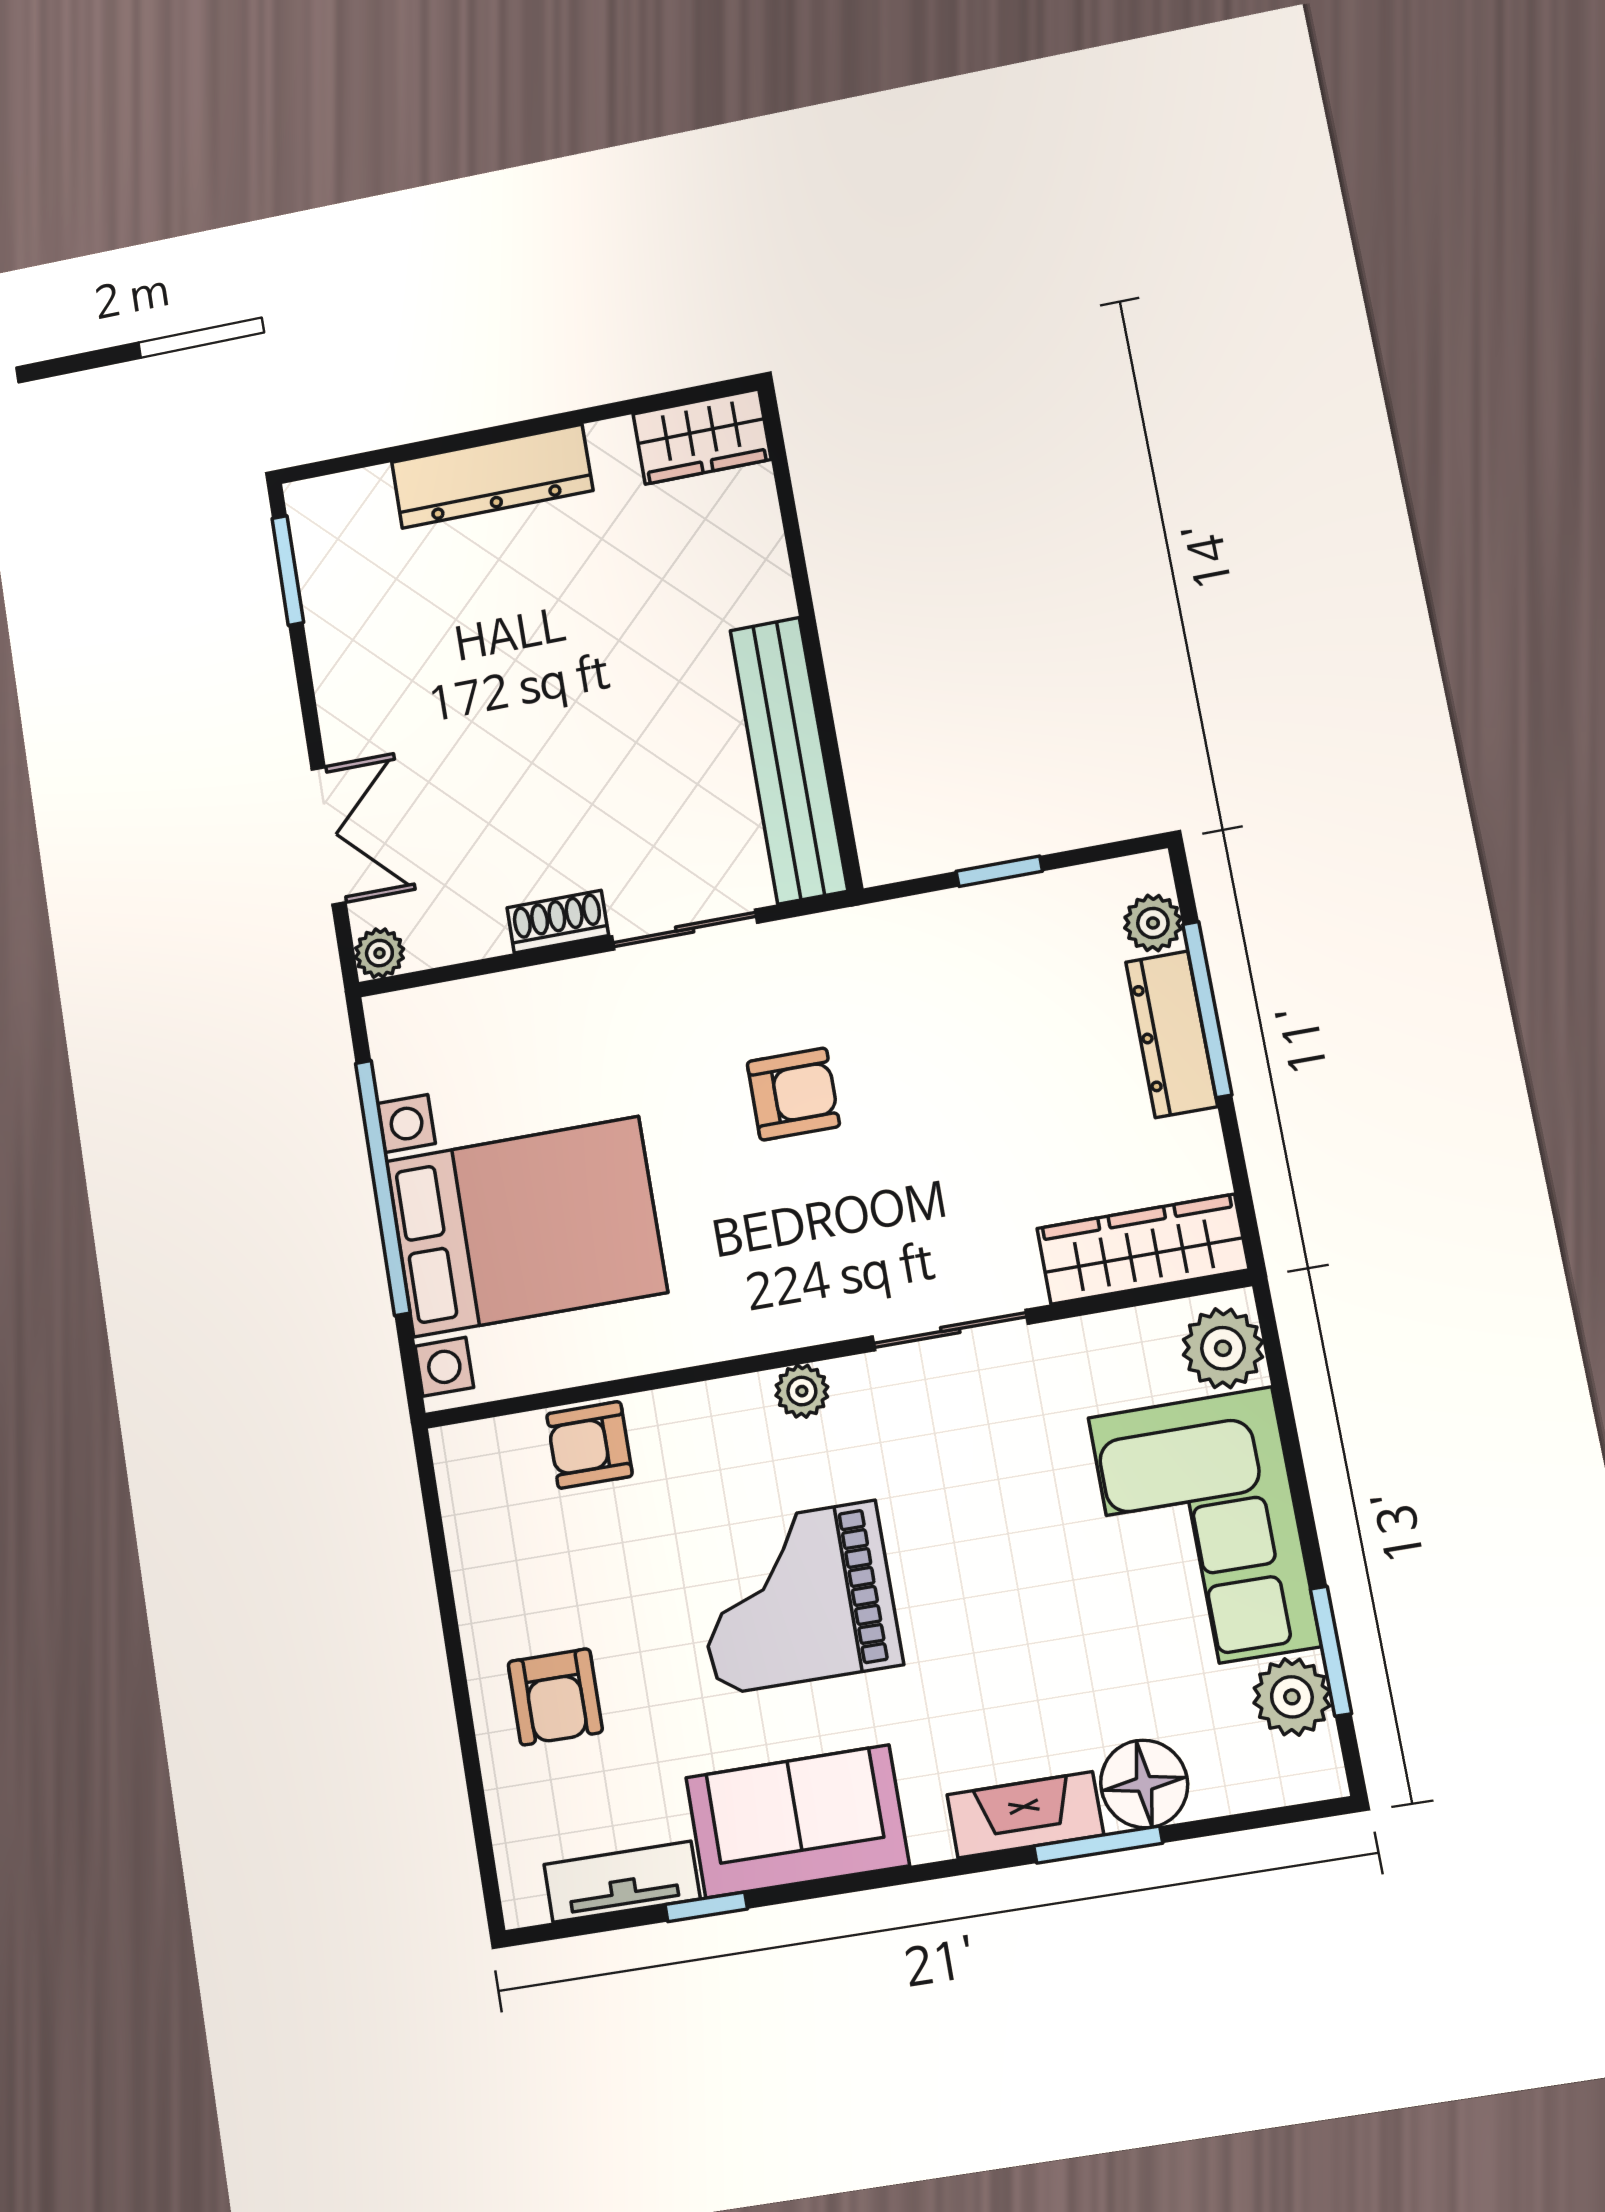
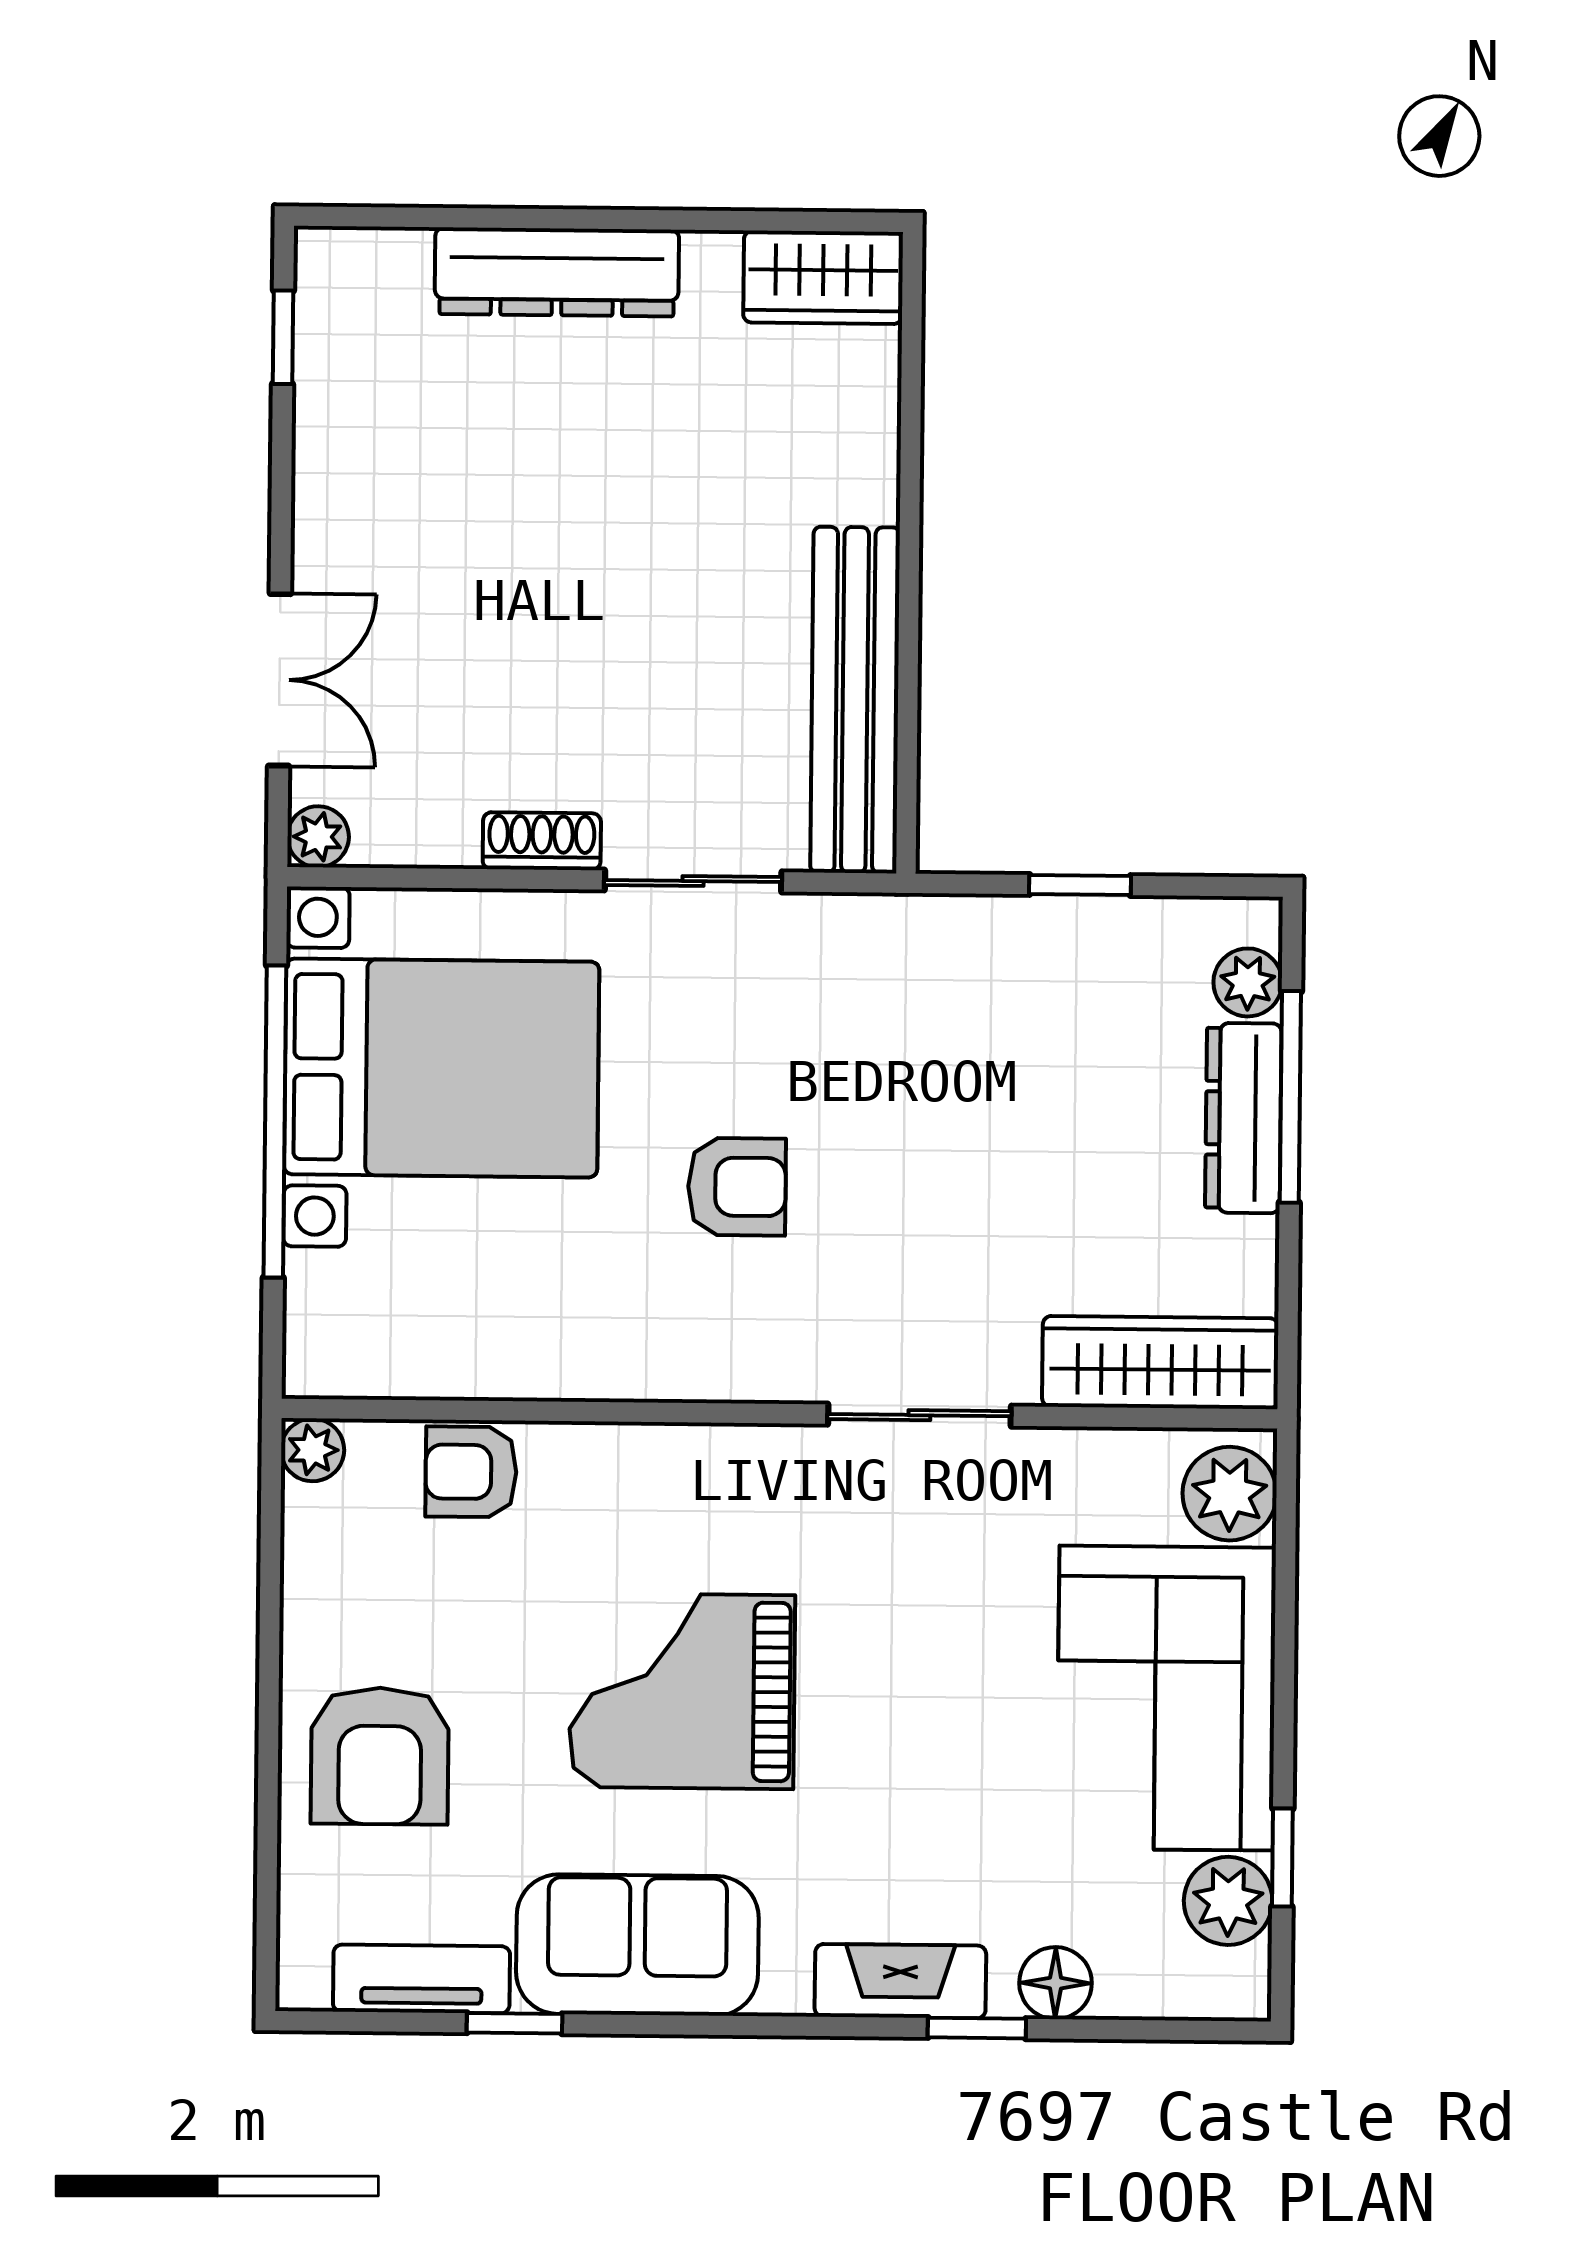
window: (288, 570) -> (283, 337), width x0.67
armchair: (793, 1094) -> (737, 1187), moved
bed with nightstands: (526, 1227) -> (442, 1068), moved
plant: (802, 1391) -> (313, 1450), moved
window: (1331, 1651) -> (1282, 1858), width x0.67
armchair: (555, 1697) -> (380, 1756), width x1.38, depth x1.38
floor lamp: (1144, 1784) -> (1056, 1983), width x0.73, depth x0.73
window: (1098, 1845) -> (977, 2028), width x0.67

